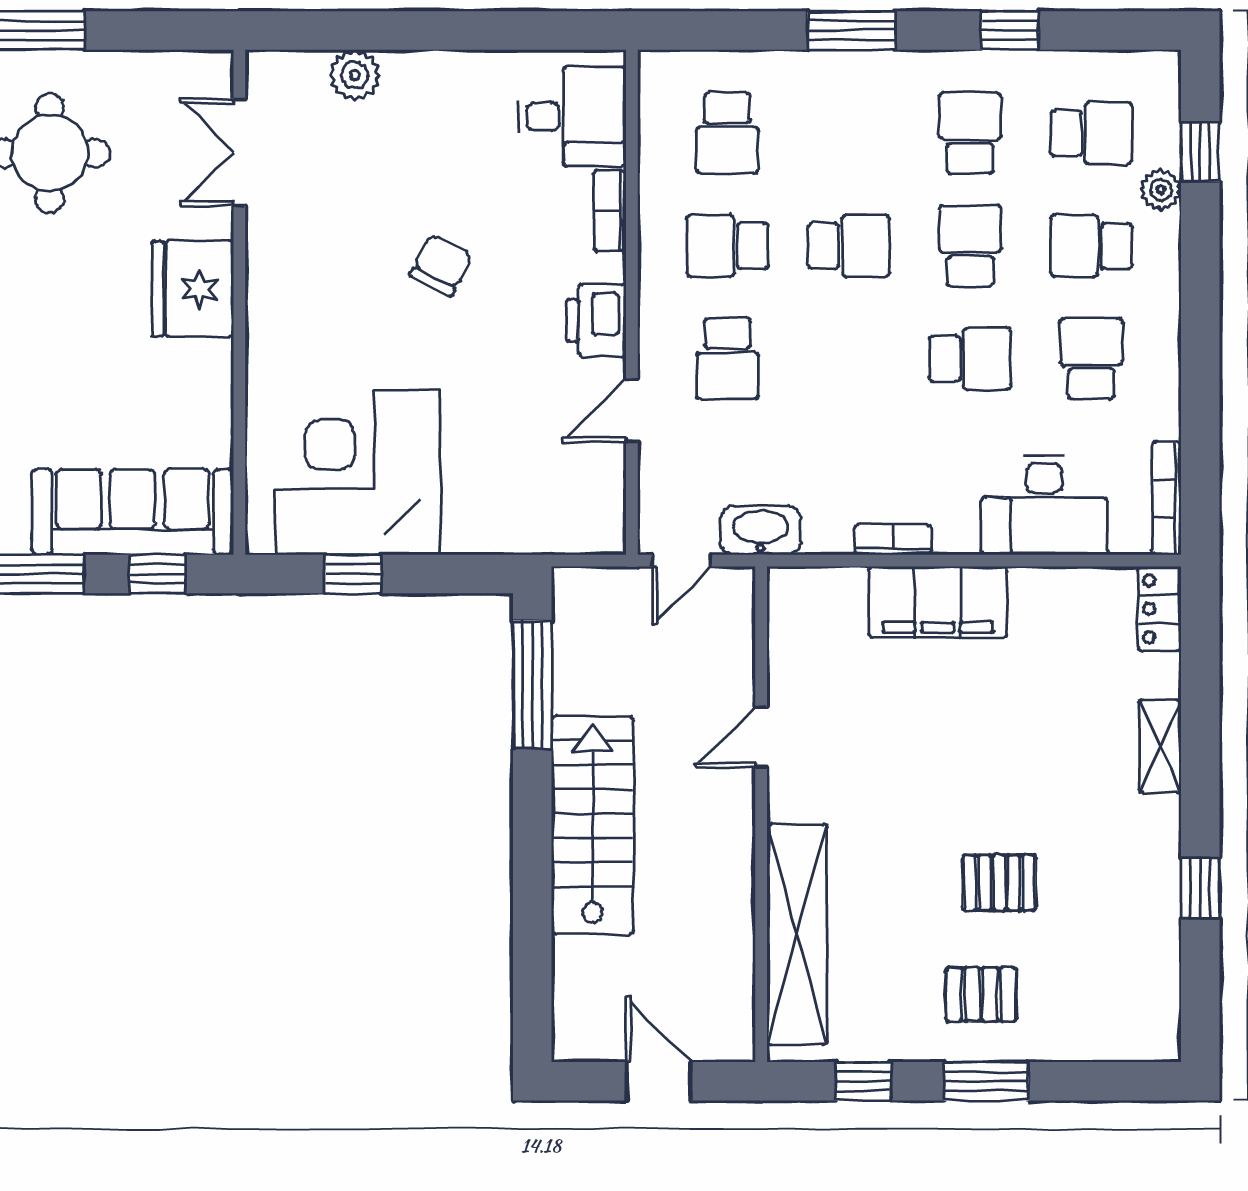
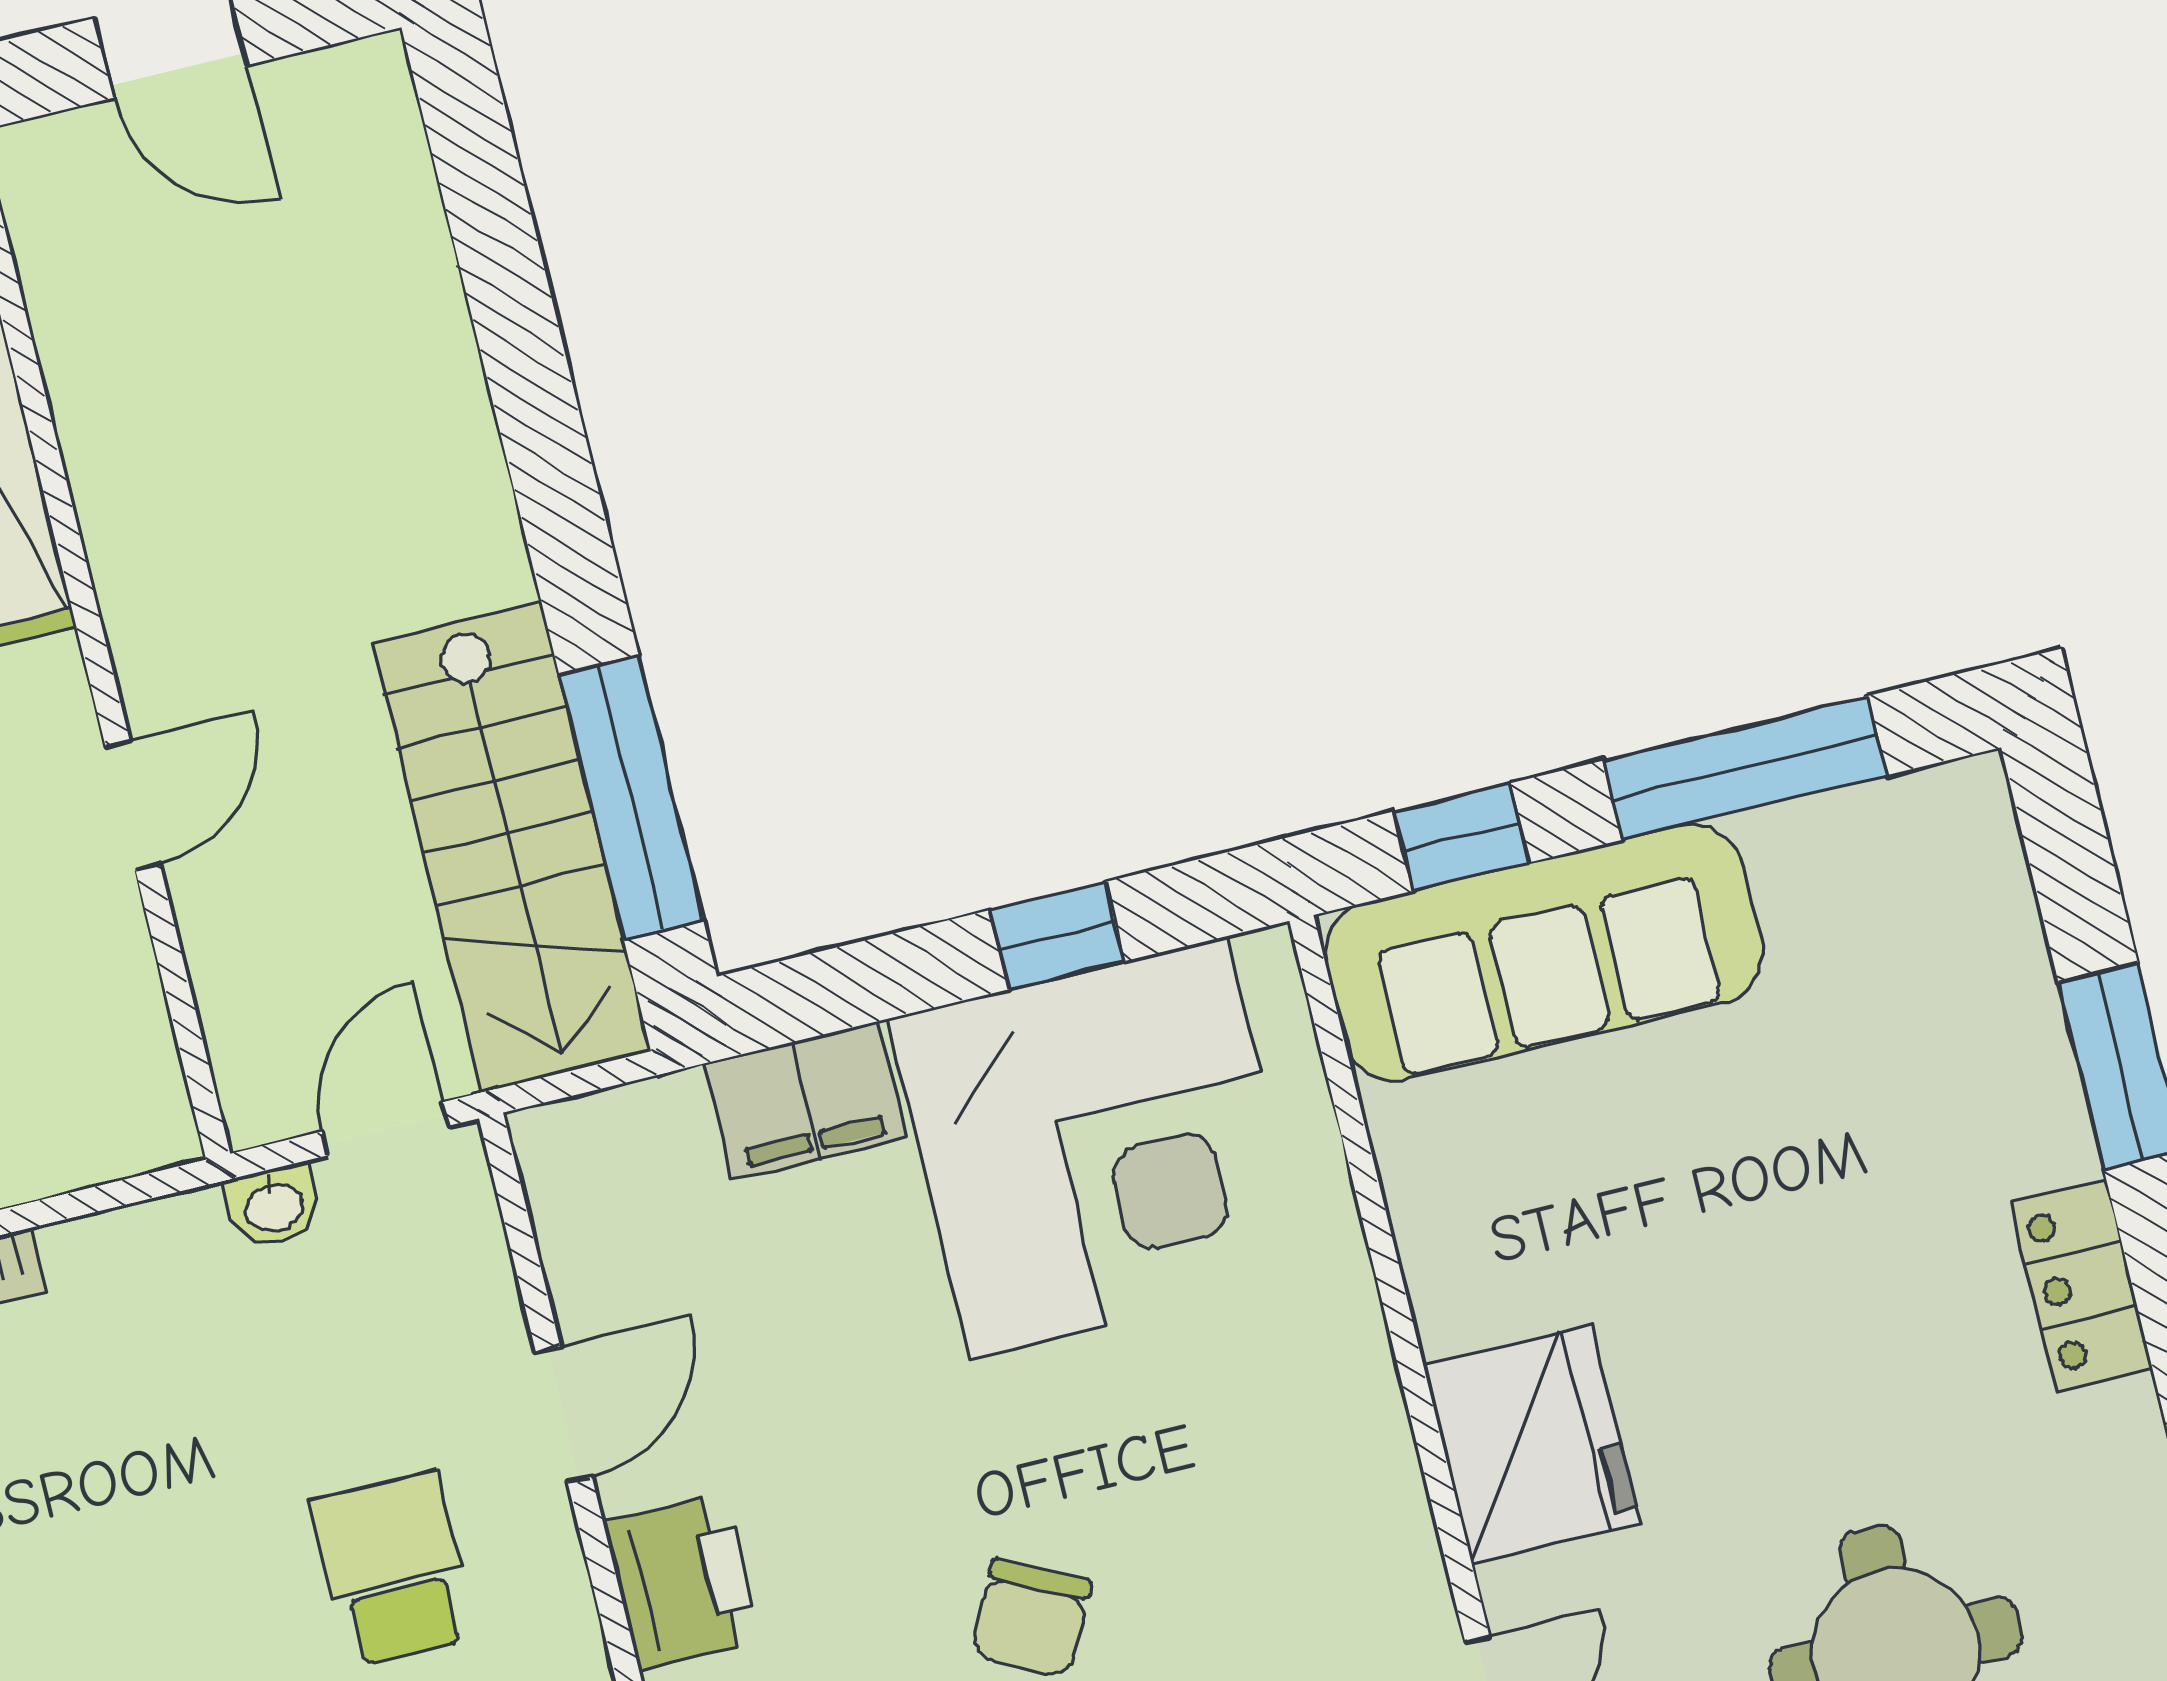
filing cabinet: (486, 527) -> (805, 1100), added
washbasin: (760, 530) -> (274, 1206), width x0.52, depth x0.69
stairs: (593, 825) -> (512, 847), moved

